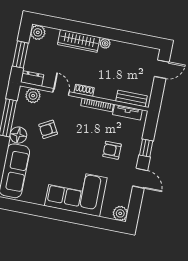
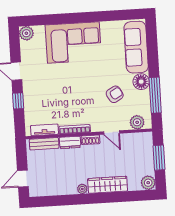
dresser: (32, 78) -> (70, 142), moved
armchair: (112, 150) -> (50, 90), removed

